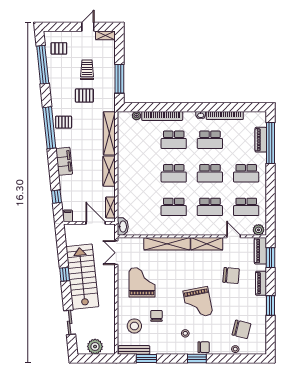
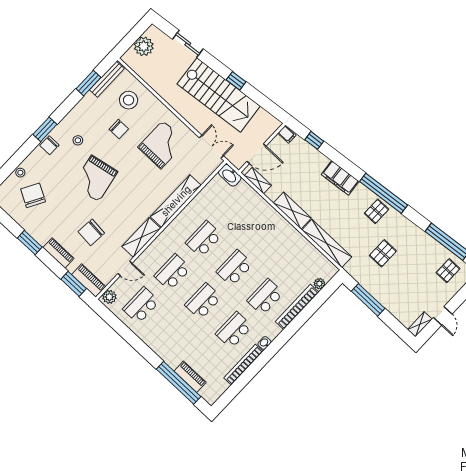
trolley: (87, 70) -> (404, 278), removed
school desk: (246, 173) -> (172, 334), removed
grand piano: (142, 282) -> (162, 145), turned -90
grand piano: (198, 303) -> (95, 178), turned -90
chair: (241, 329) -> (33, 195), turned 105

